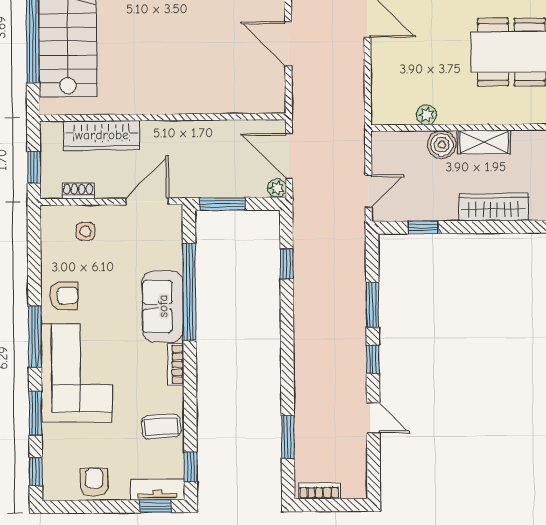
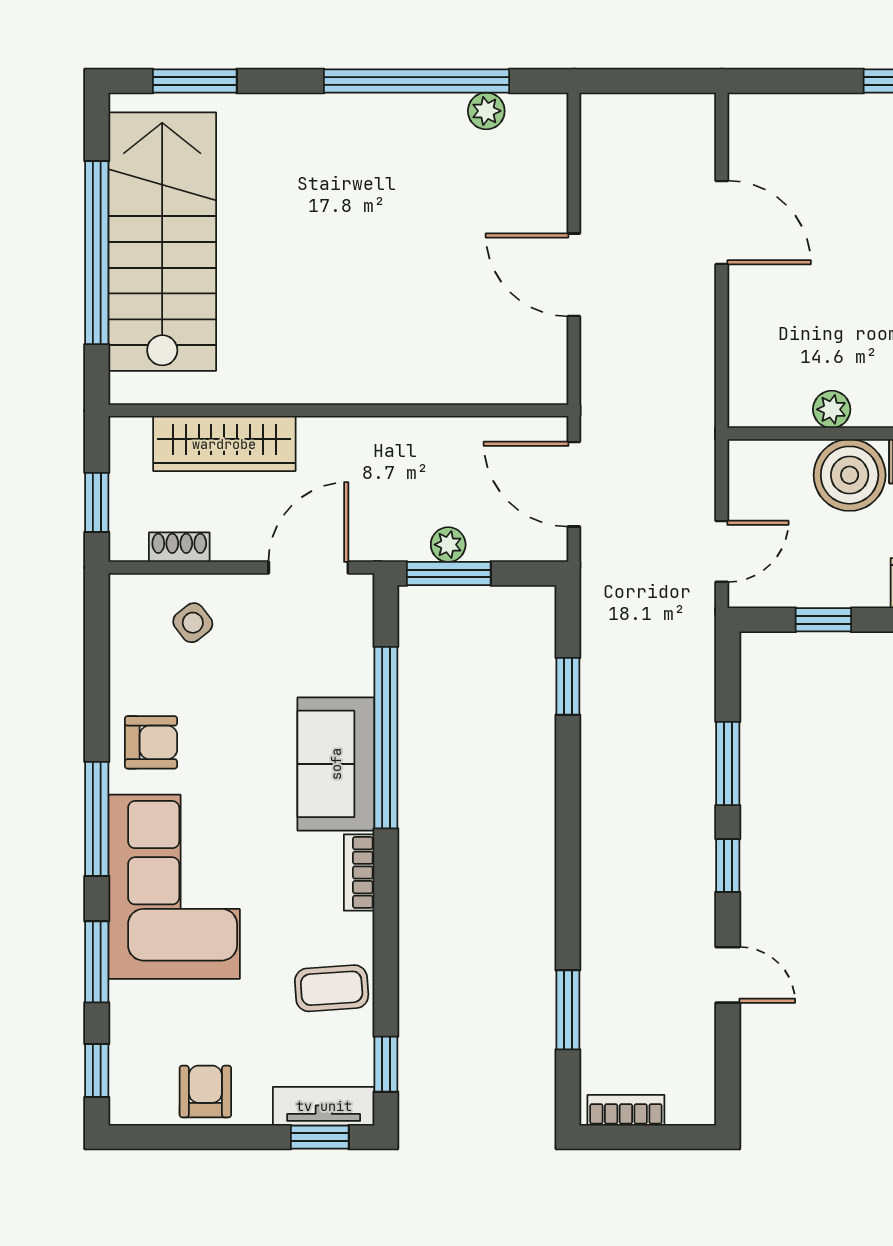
boiler: (442, 145) -> (850, 475), width x1.37, depth x1.37
plant: (277, 188) -> (448, 545), moved
side table: (86, 231) -> (193, 623), turned -38

